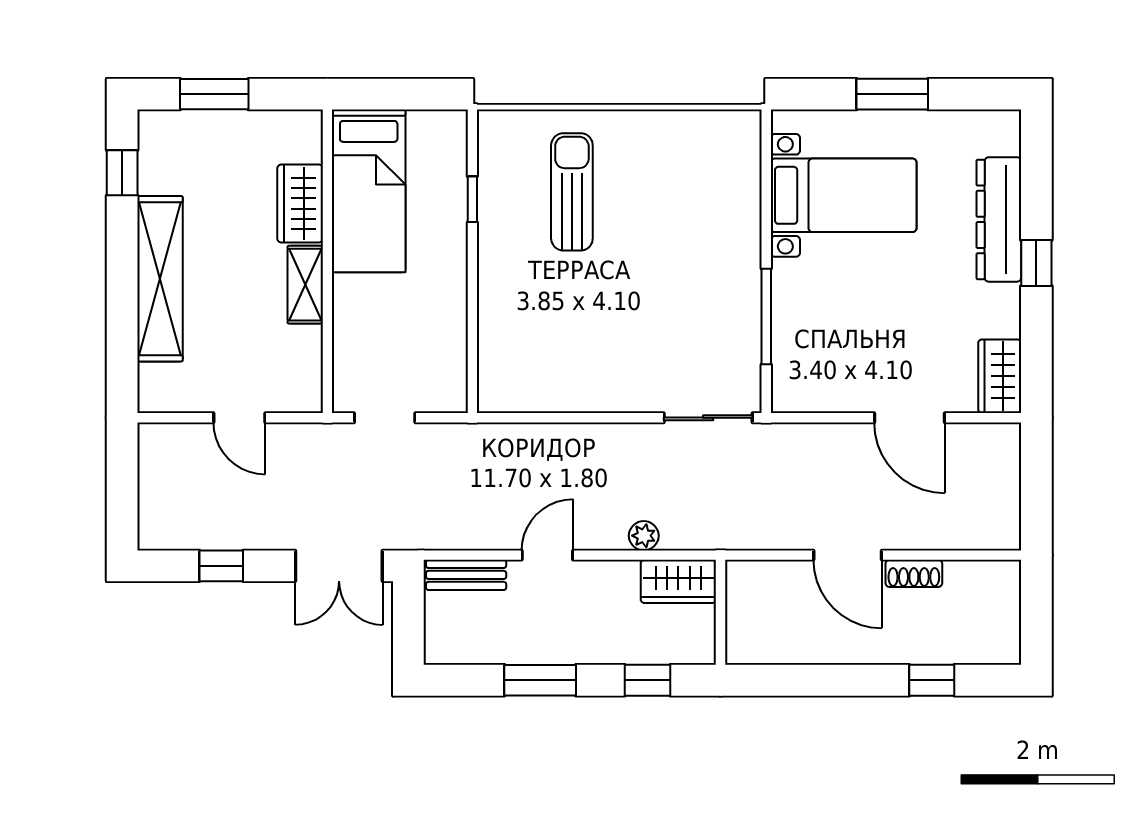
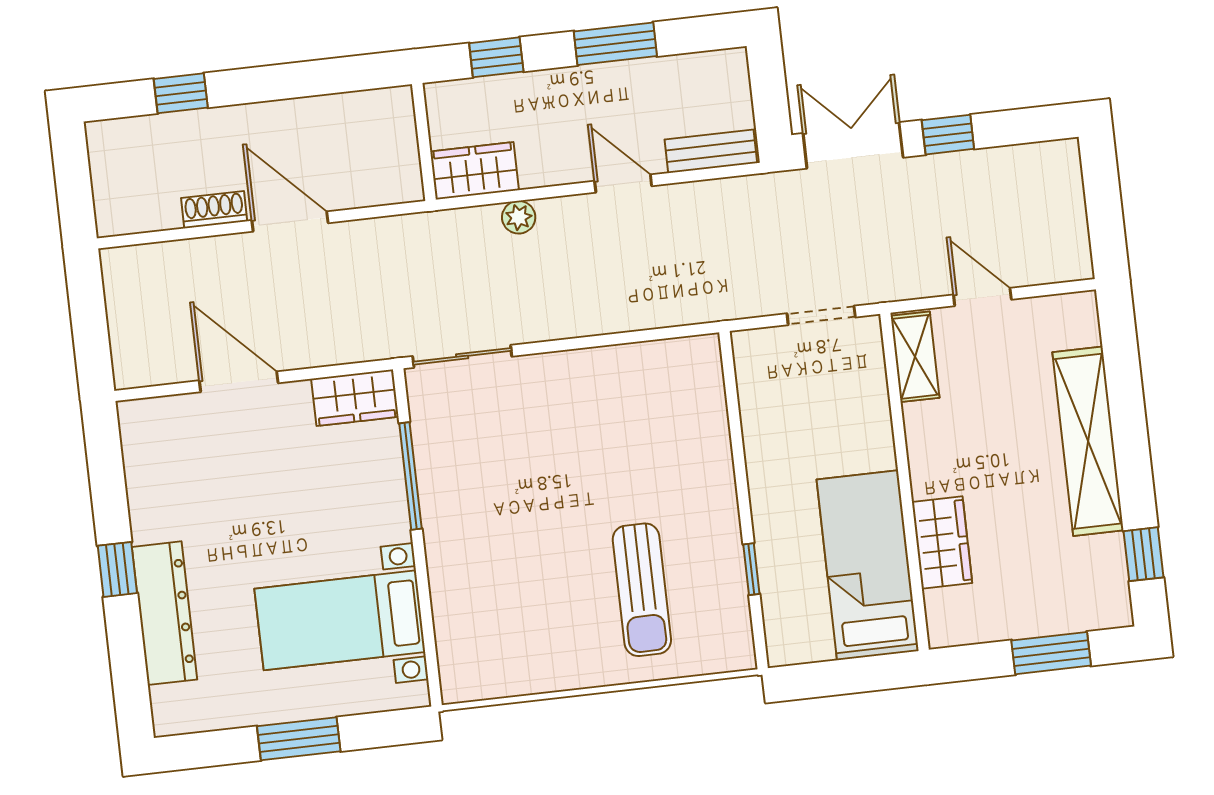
shelving: (305, 285) -> (915, 357), moved
wardrobe: (1000, 376) -> (355, 398), moved, turned 90
door: (547, 555) -> (623, 184), swing flipped
window: (221, 566) -> (948, 135), moved

